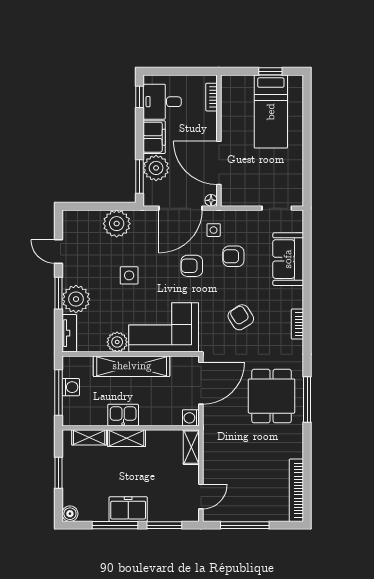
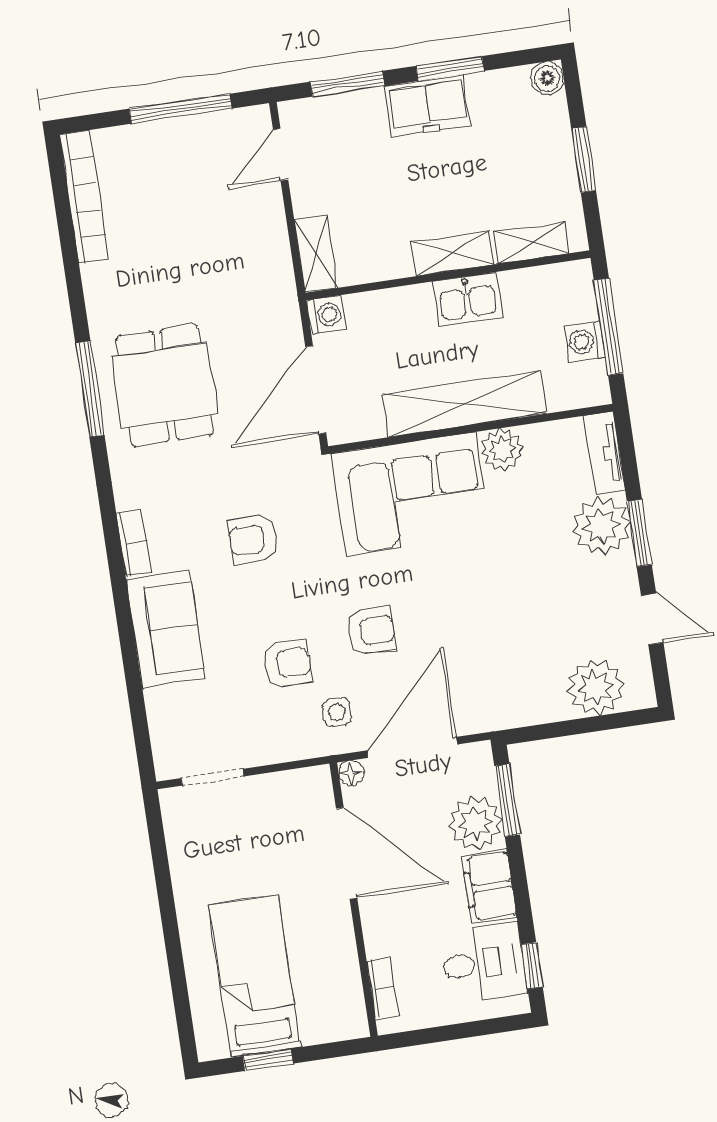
plant: (117, 224) -> (596, 687), moved
sofa: (288, 259) -> (166, 629), moved
side table: (129, 275) -> (498, 592), removed
armchair: (241, 317) -> (253, 539), turned 122
window: (115, 525) -> (450, 68), width x0.69

